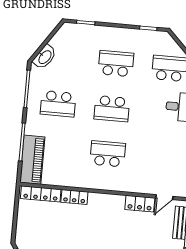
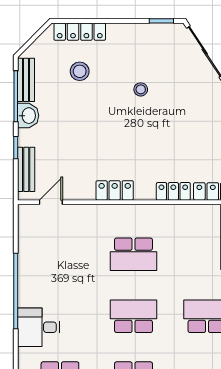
locker: (140, 204) -> (115, 190), moved

